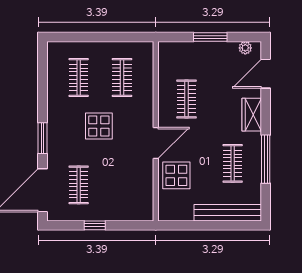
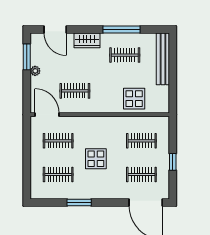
window: (210, 37) -> (27, 57), moved
plant: (245, 48) -> (35, 71), moved
window: (43, 138) -> (79, 202), moved
door: (156, 143) -> (47, 115), moved
clothes rail: (122, 185) -> (141, 141), added

